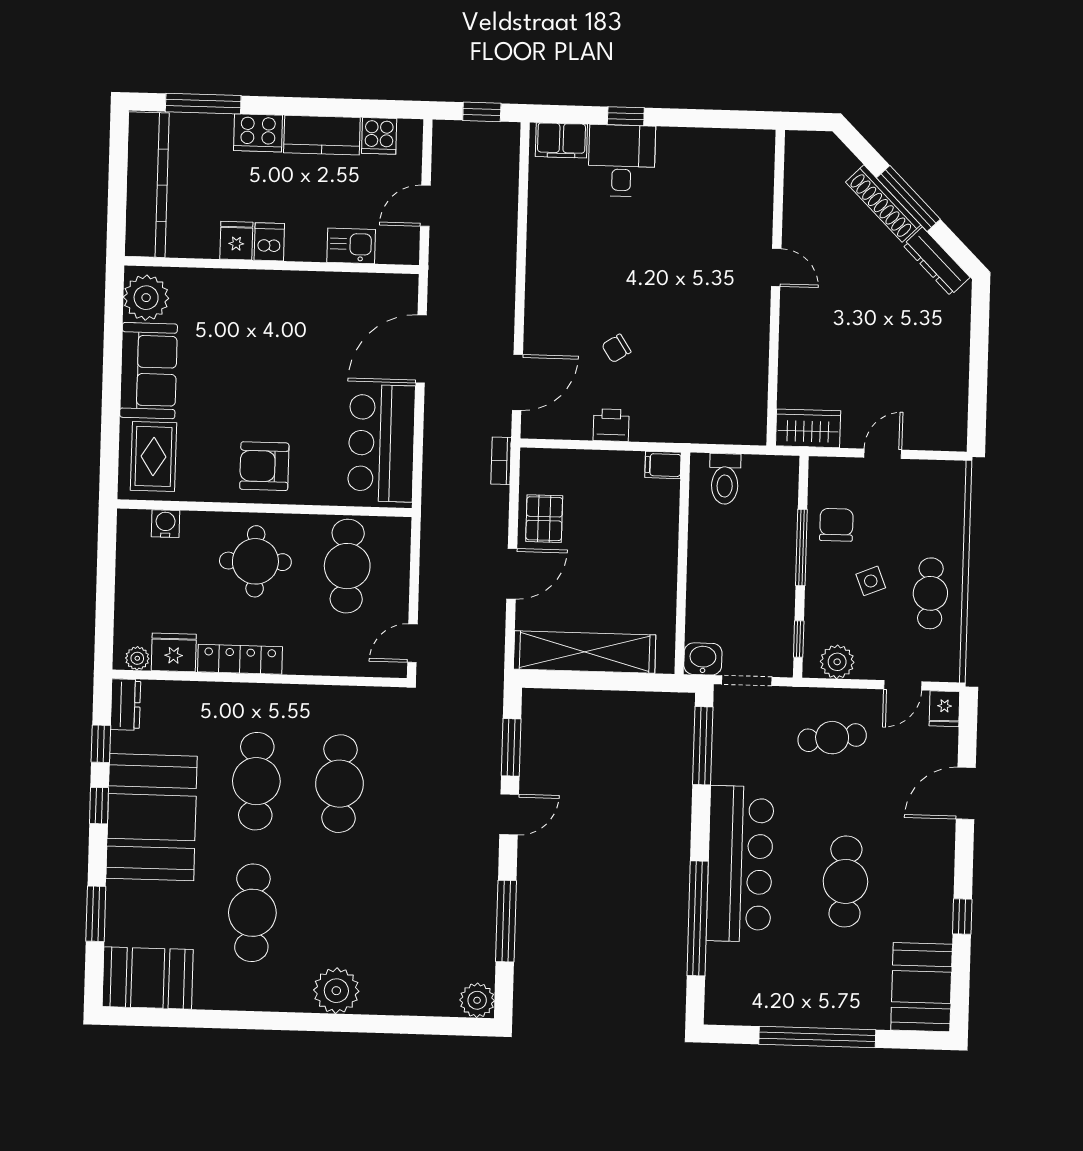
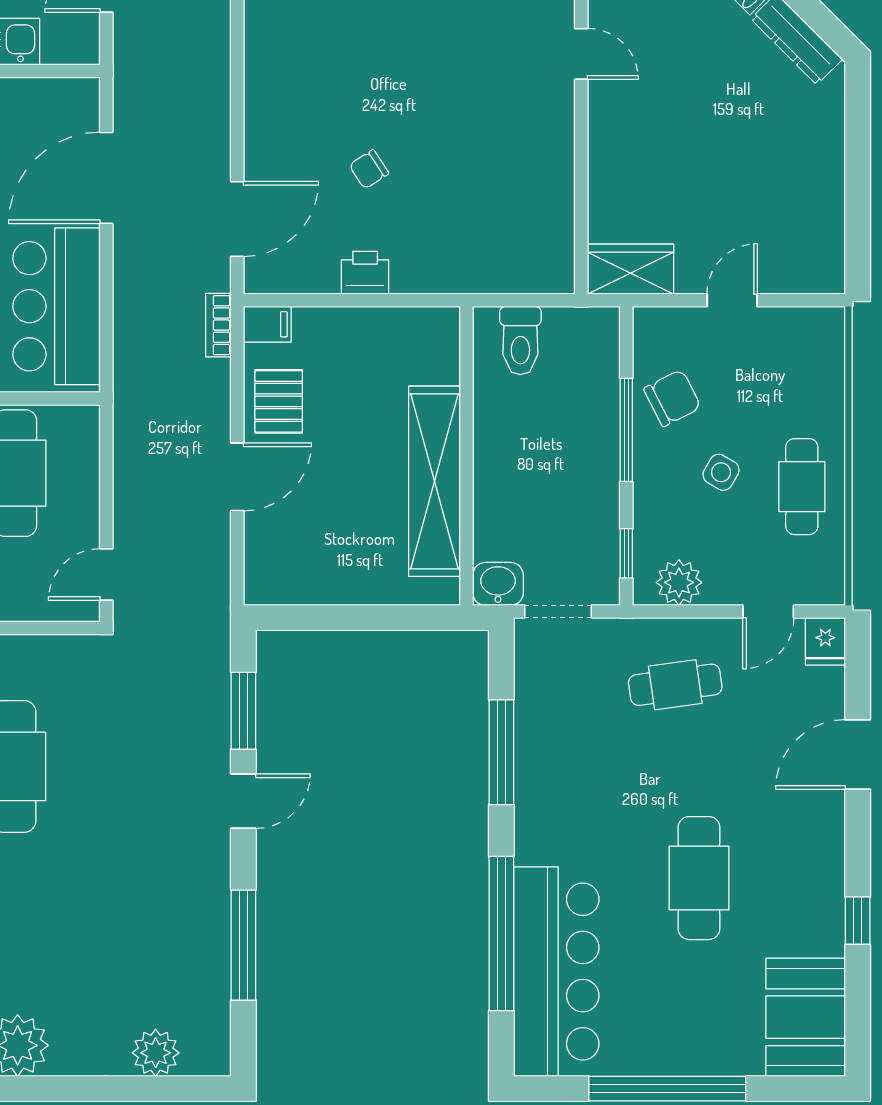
filing cabinet: (663, 465) -> (267, 324), moved, turned 180
chair: (836, 525) -> (672, 398), turned 63
side table: (871, 581) -> (721, 472), turned -38
shelving: (585, 652) -> (434, 481), moved, turned 90
window: (703, 746) -> (501, 752), moved
bar counter: (740, 864) -> (556, 972), moved
plant: (477, 1000) -> (156, 1053), moved

